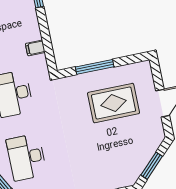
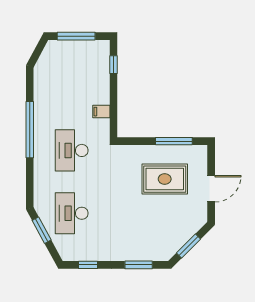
window: (95, 67) -> (174, 141), moved

